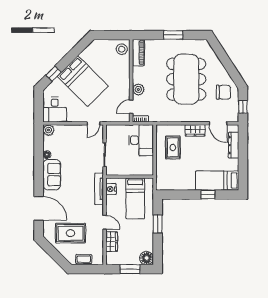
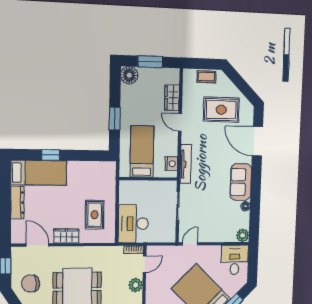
dresser: (234, 145) -> (17, 203), moved

